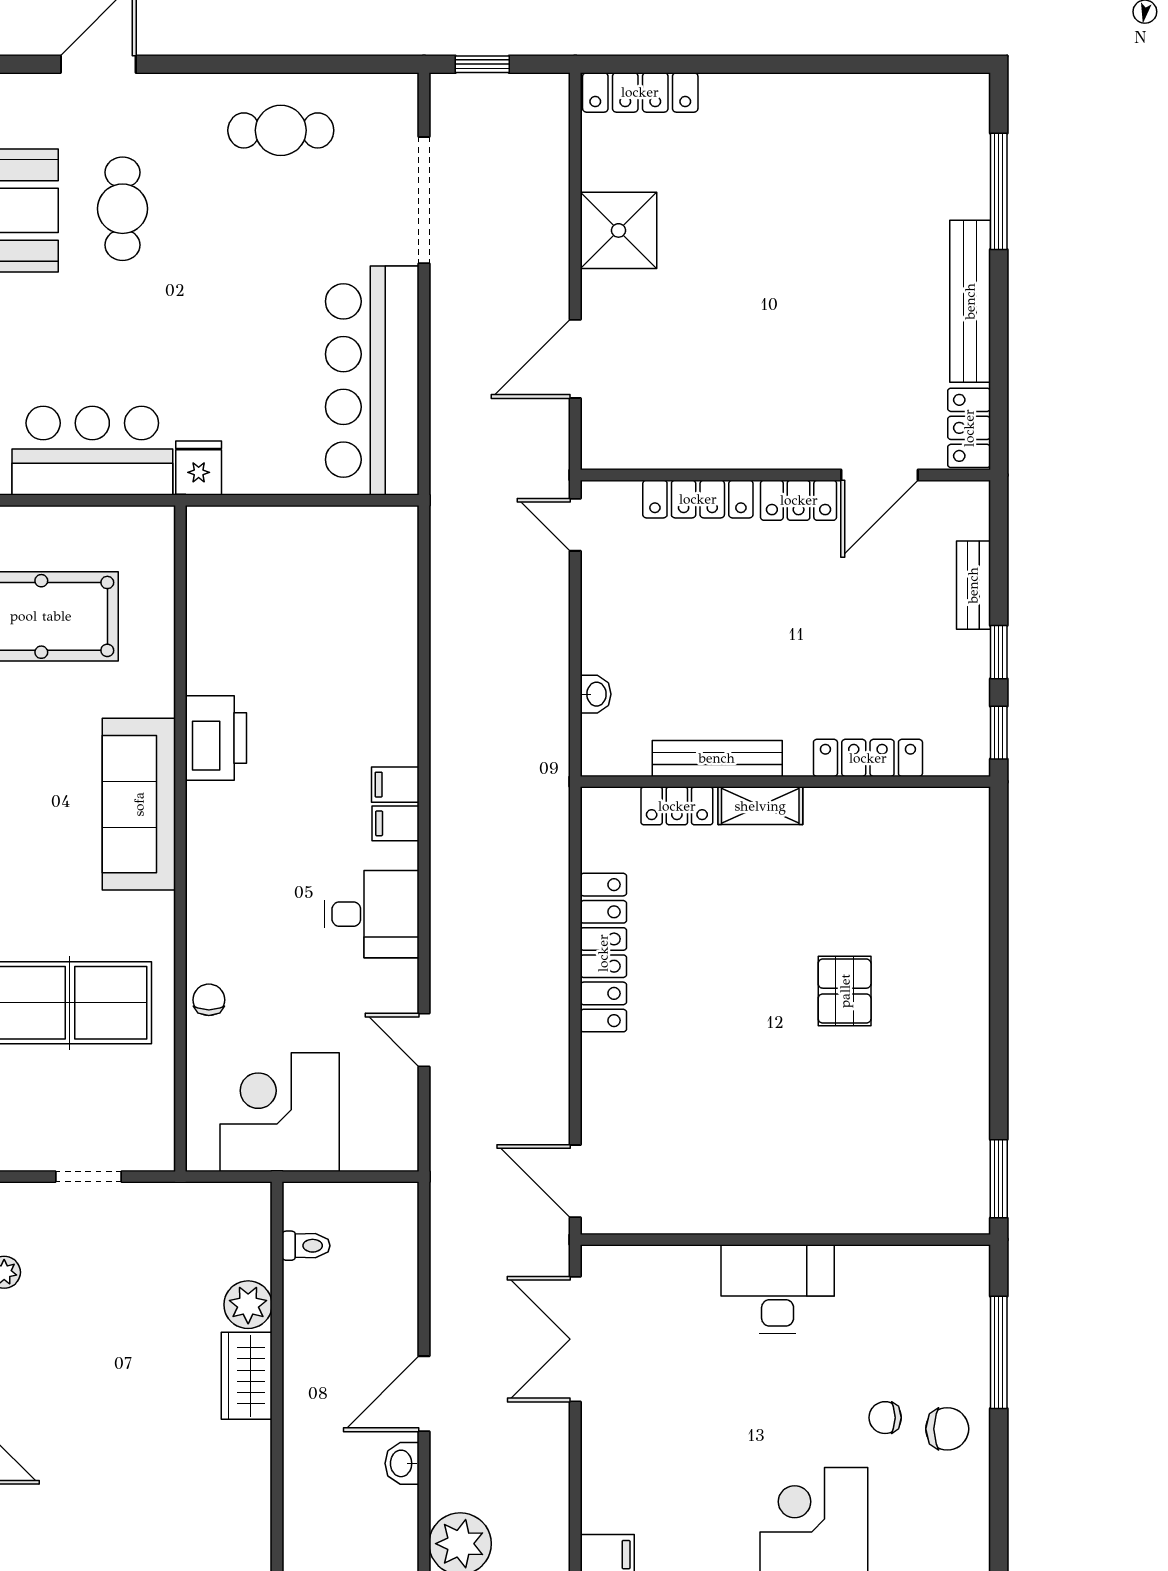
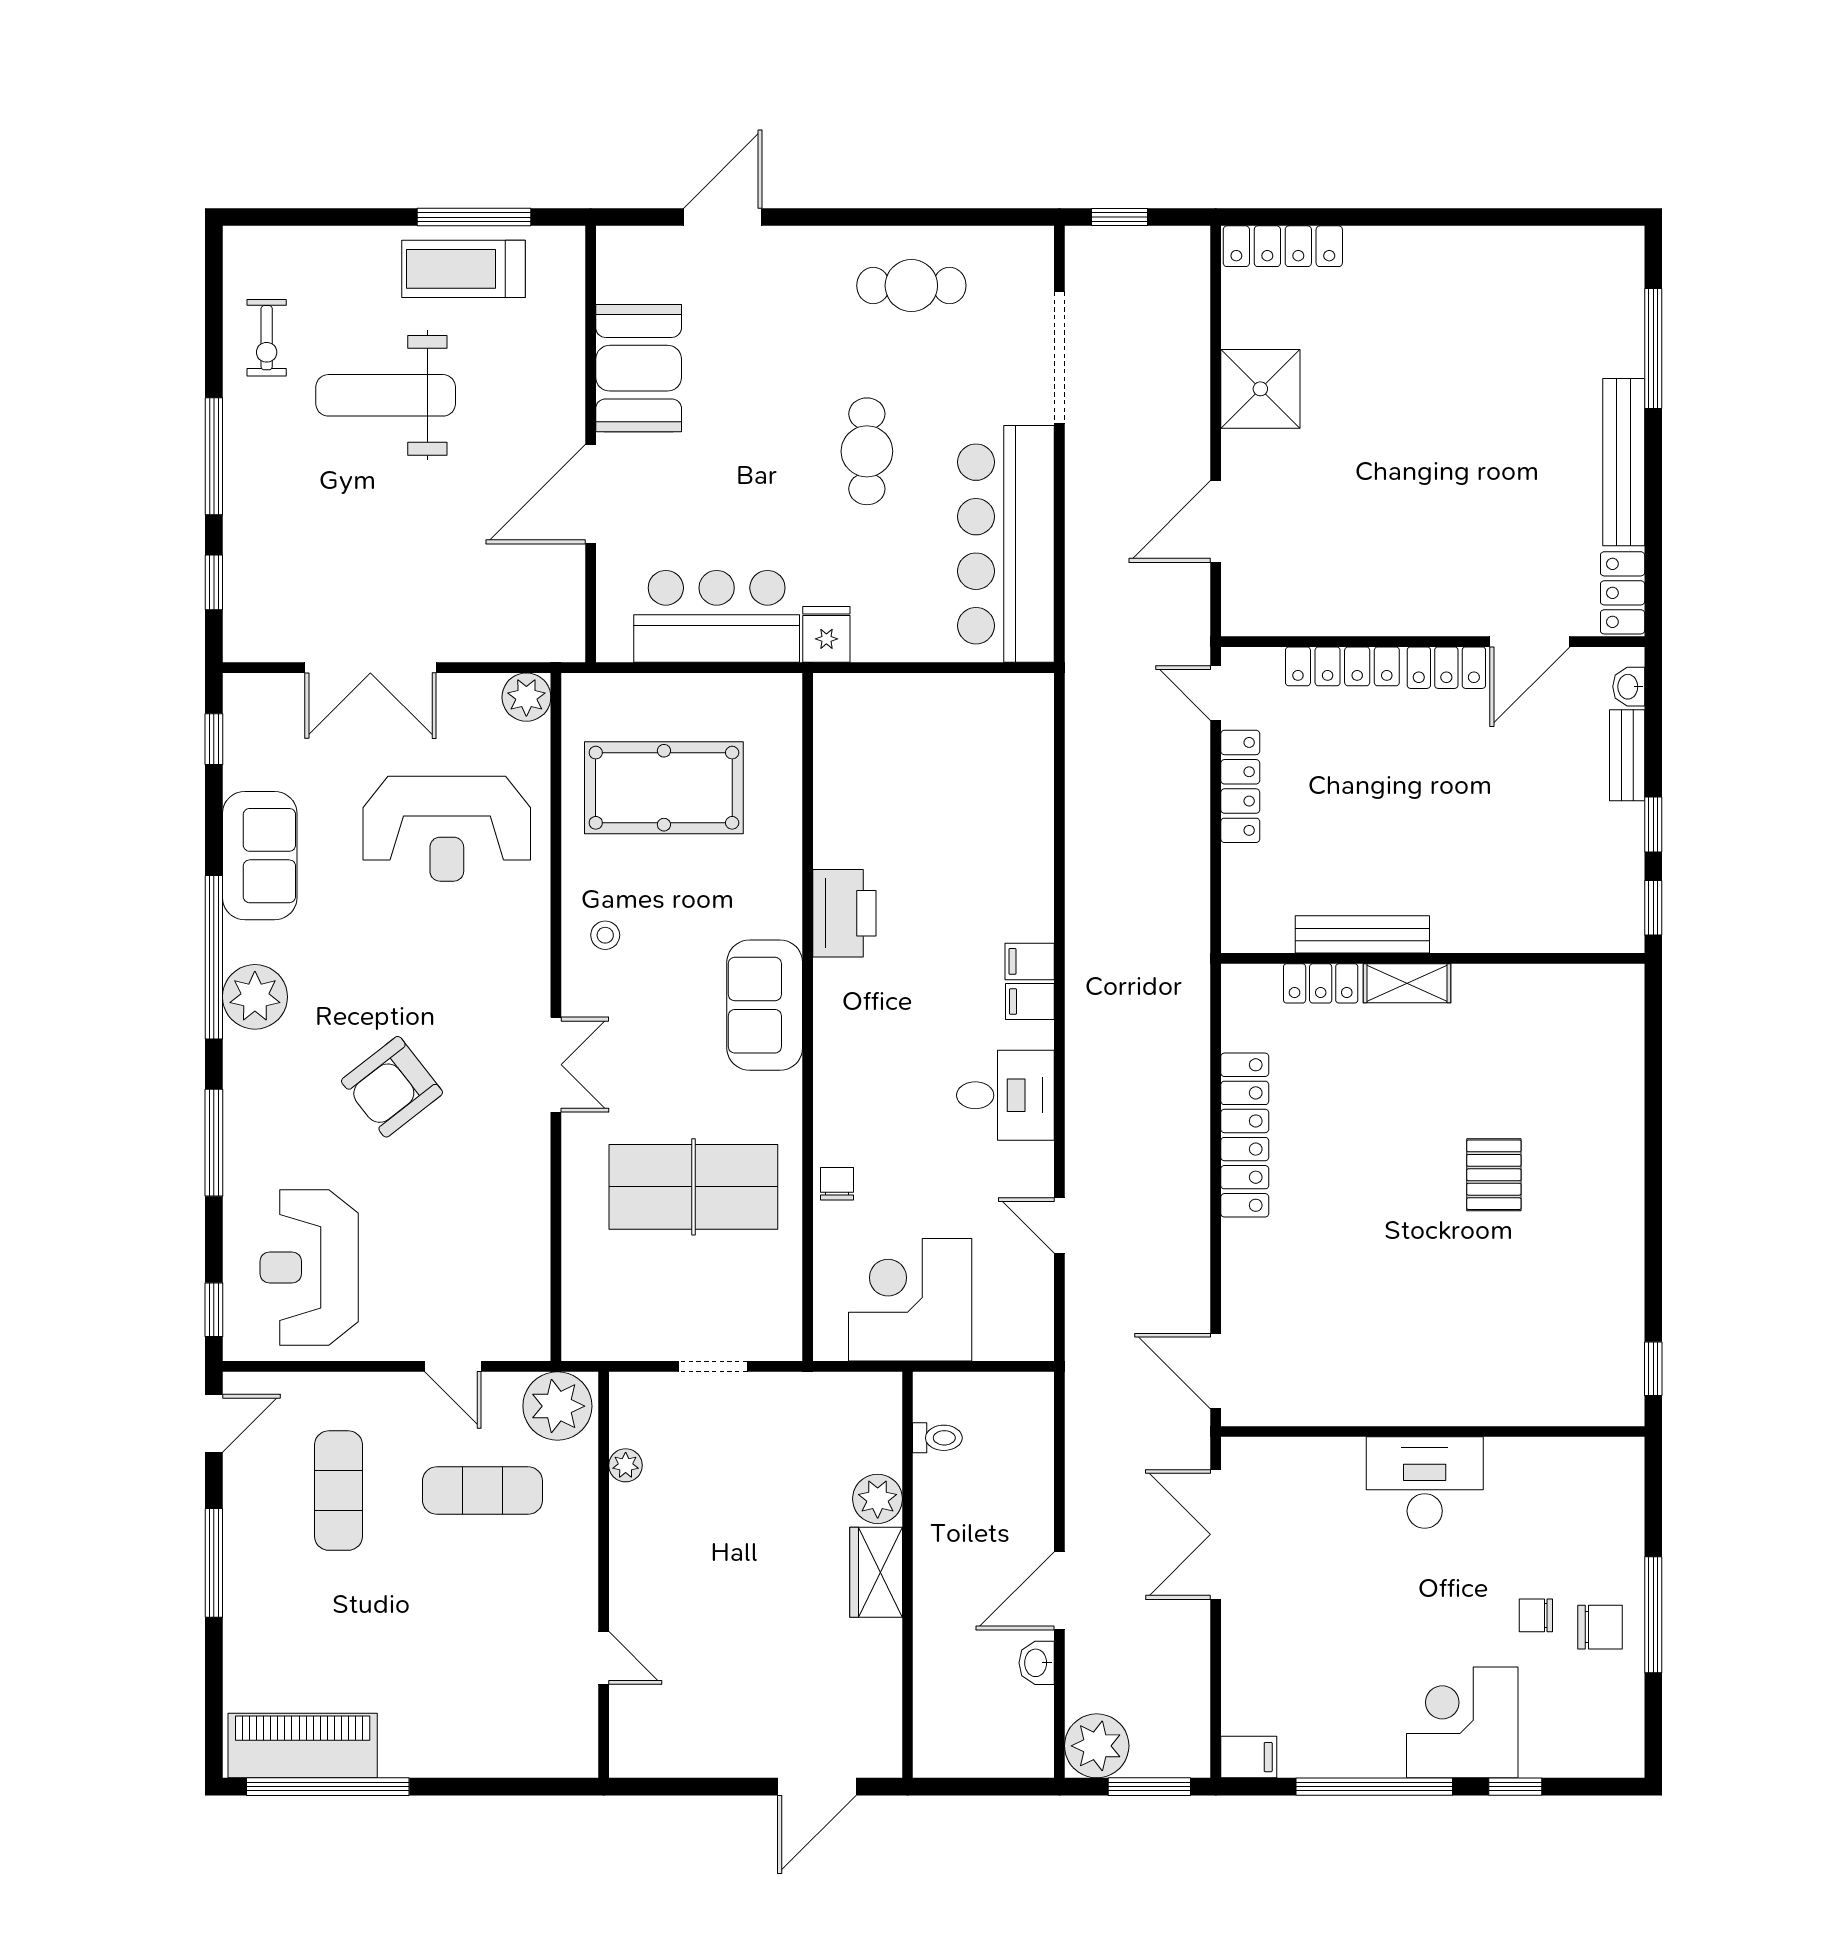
cafe table: (122, 209) -> (867, 451), moved
washbasin: (596, 694) -> (1629, 687), moved, turned 180
locker: (868, 758) -> (1240, 786), moved, turned 90
sofa: (139, 804) -> (765, 1005), width x0.73
window: (999, 1179) -> (1653, 1369), width x0.67
window: (999, 1352) -> (1653, 1615), moved

